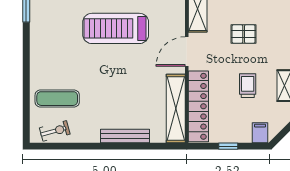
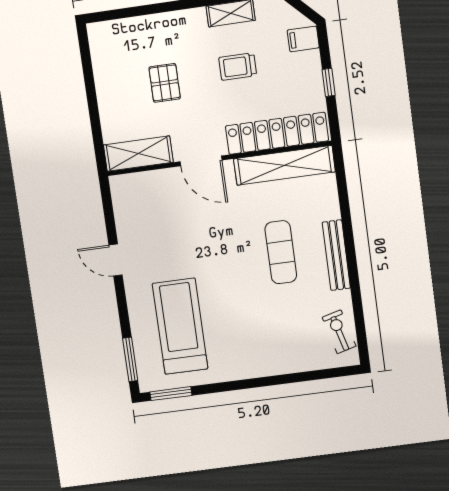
treadmill: (116, 28) -> (180, 326), moved, turned 180
exercise mat: (57, 99) -> (281, 252), moved
bench: (125, 136) -> (336, 255), moved

